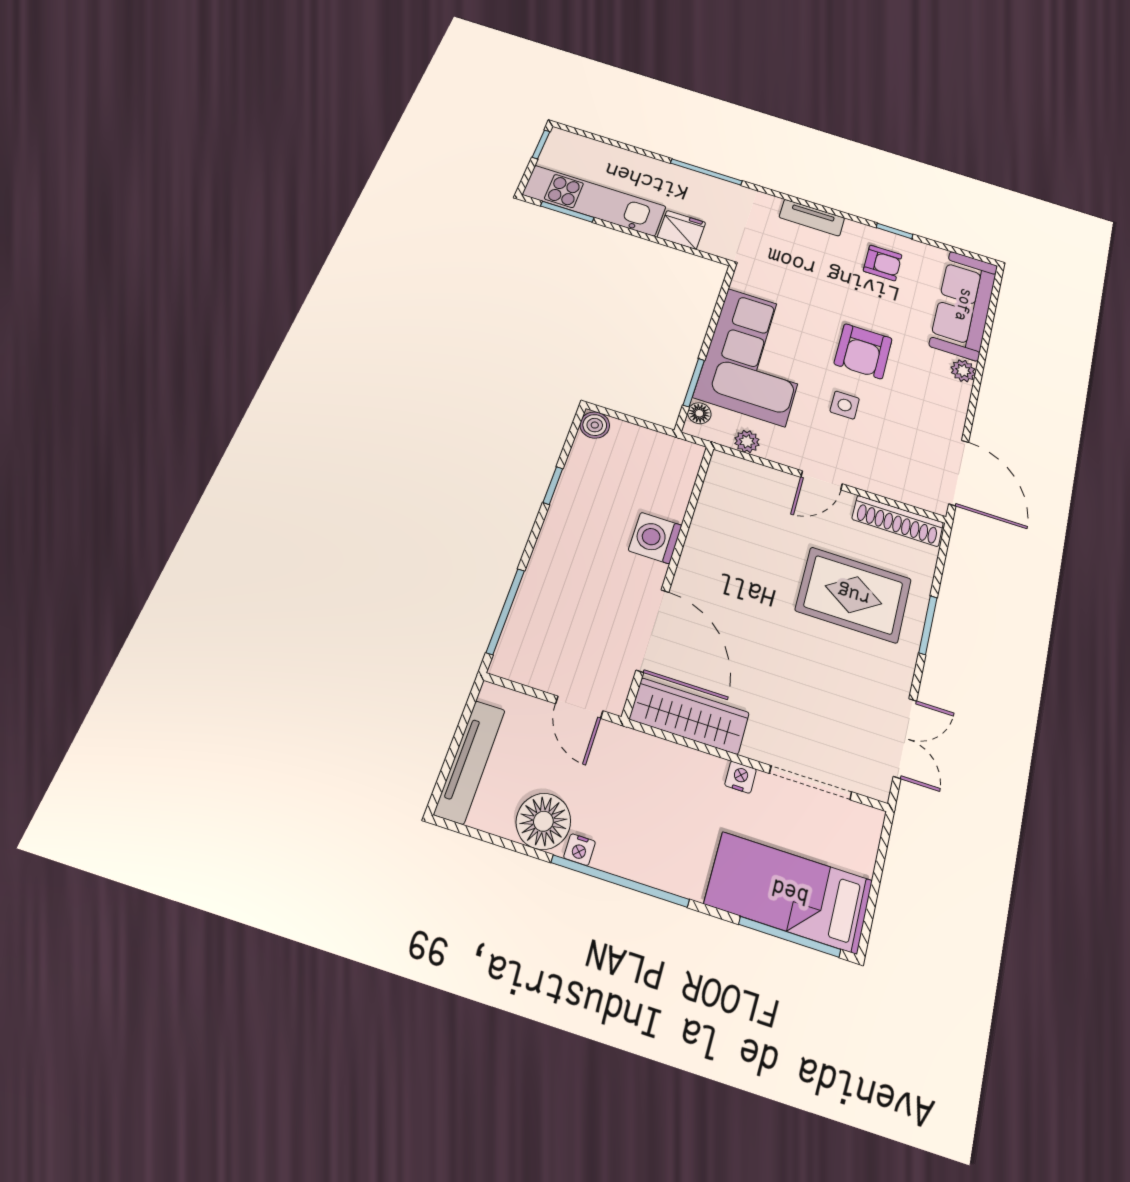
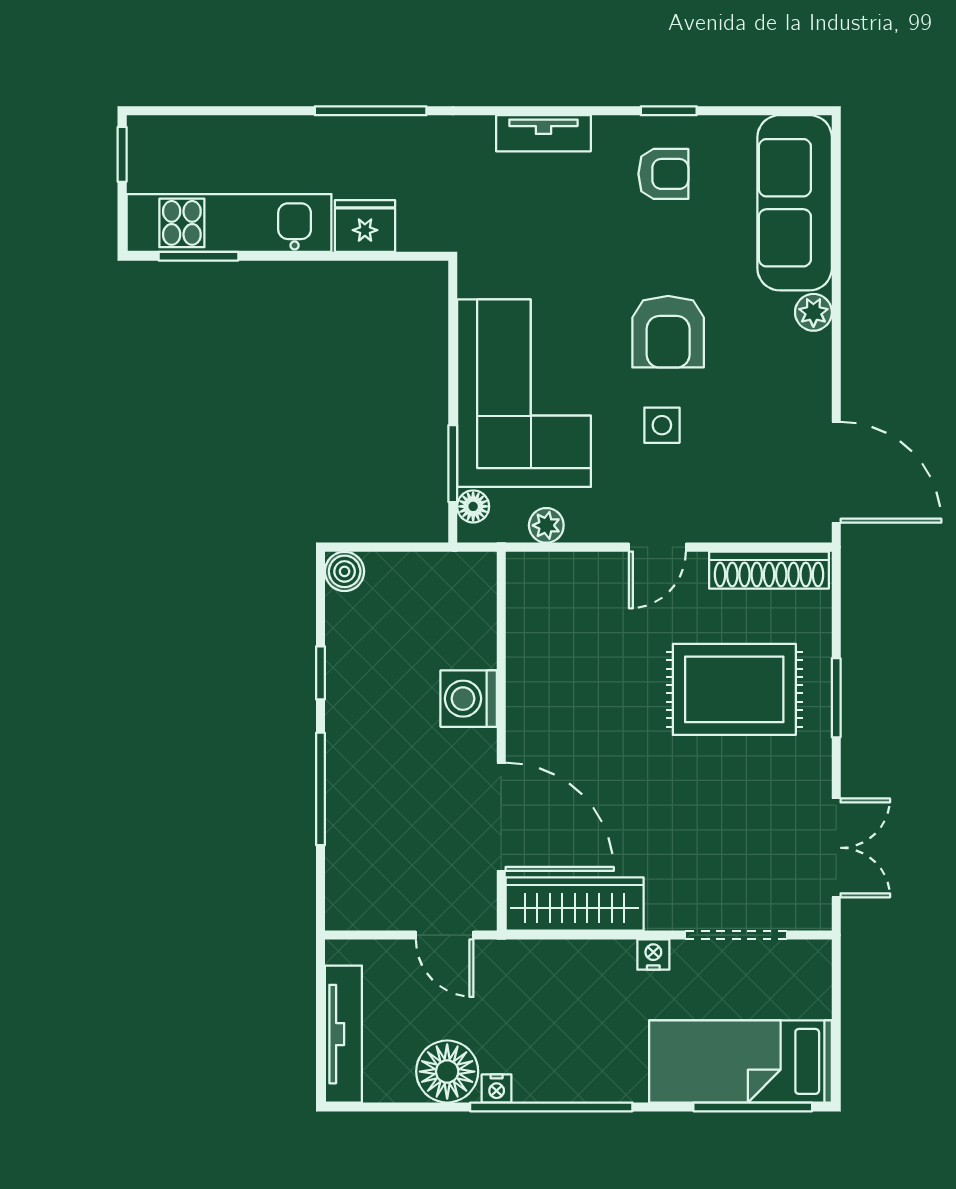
window: (505, 611) -> (320, 789), moved

